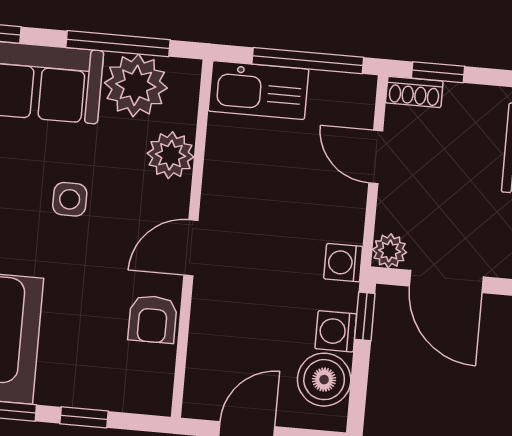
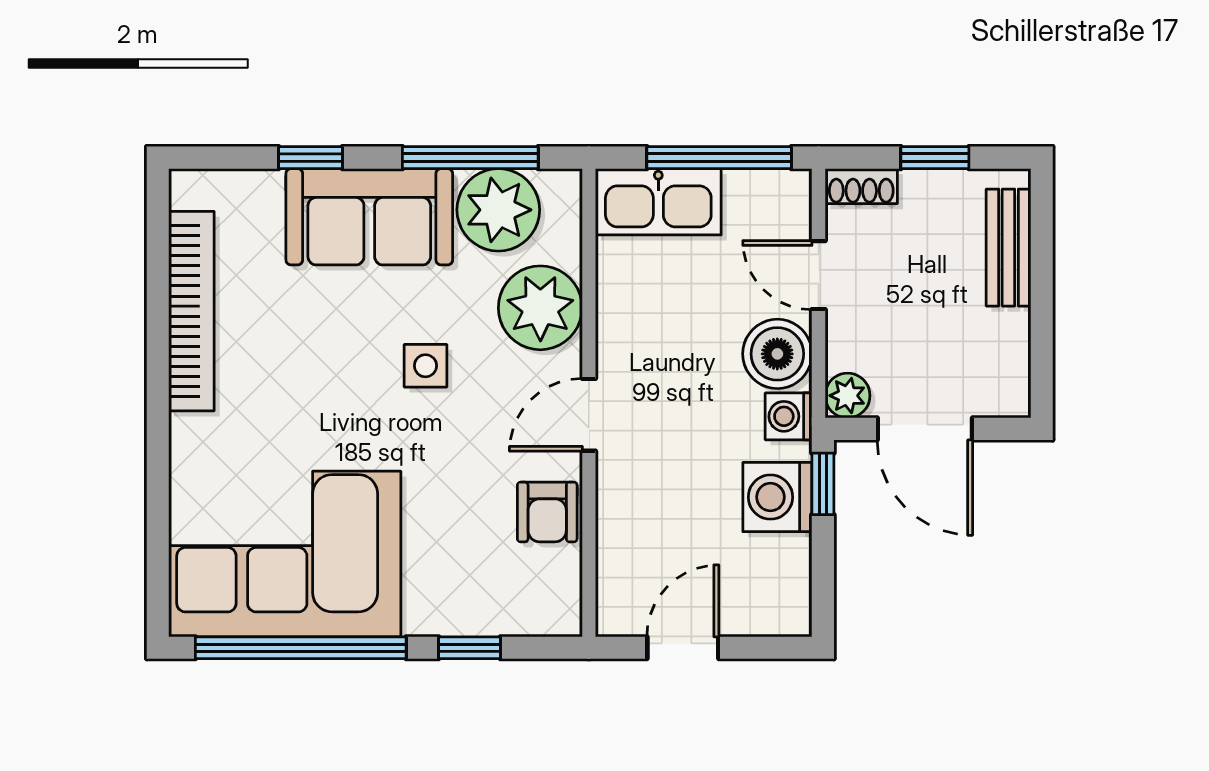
window: (438, 72) -> (935, 158), moved
plant: (170, 155) -> (540, 308), width x1.36, depth x1.36
washing machine: (336, 331) -> (777, 497), width x1.38, depth x1.38
boiler: (324, 380) -> (777, 354), moved

